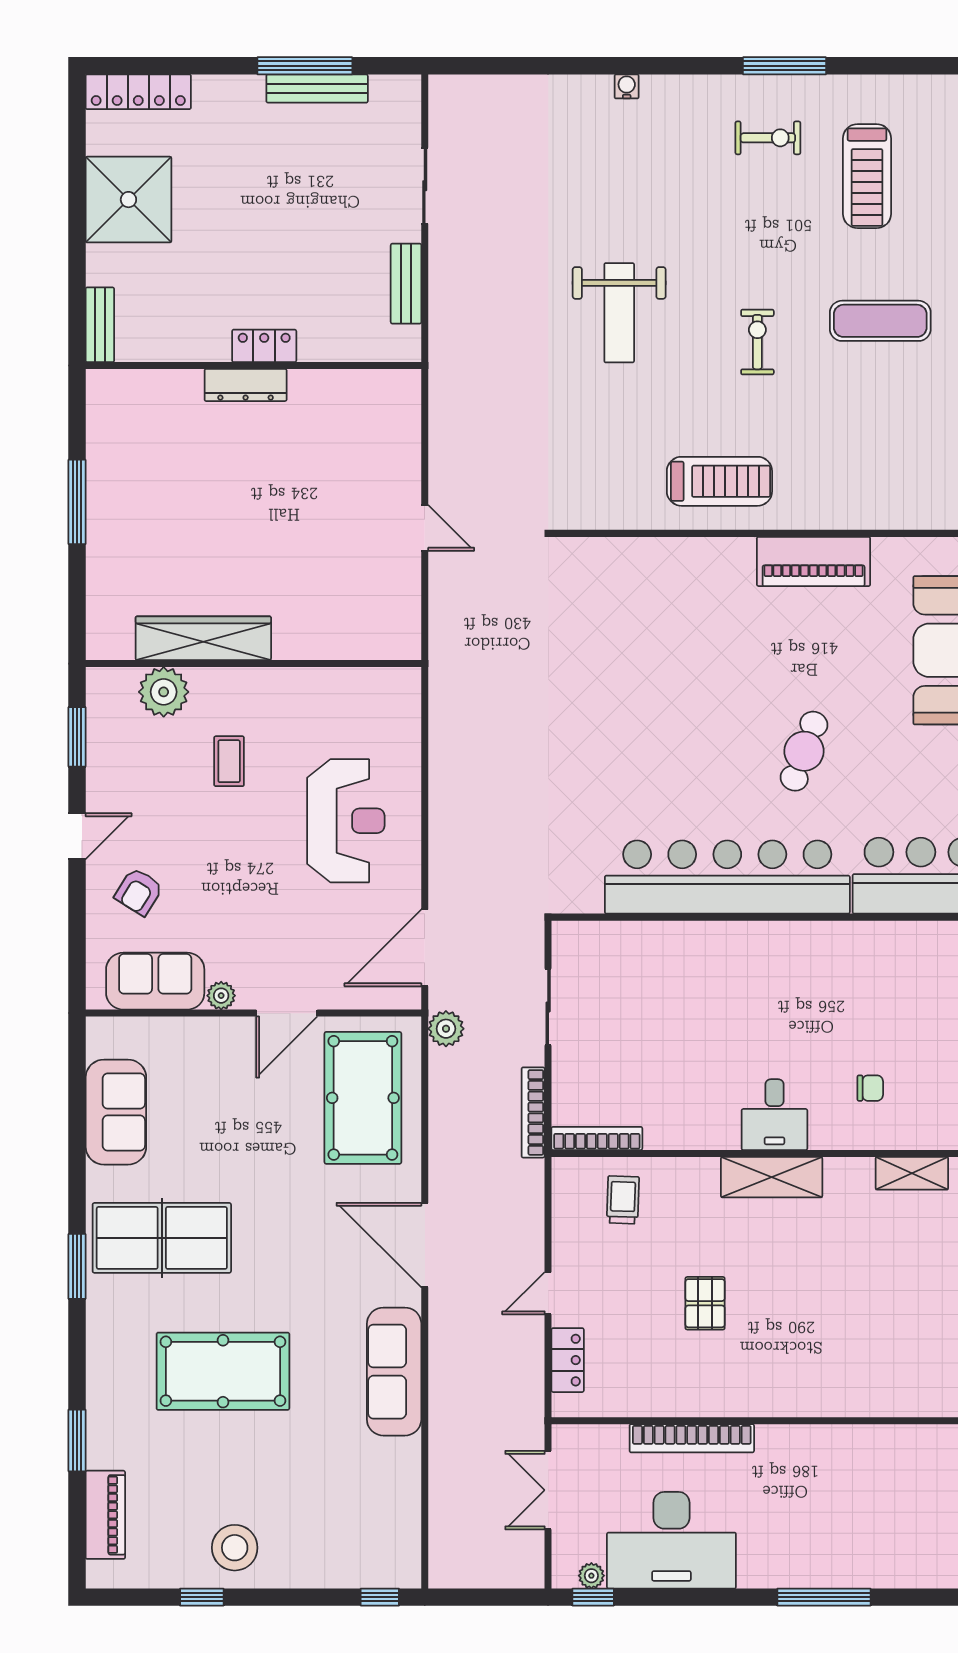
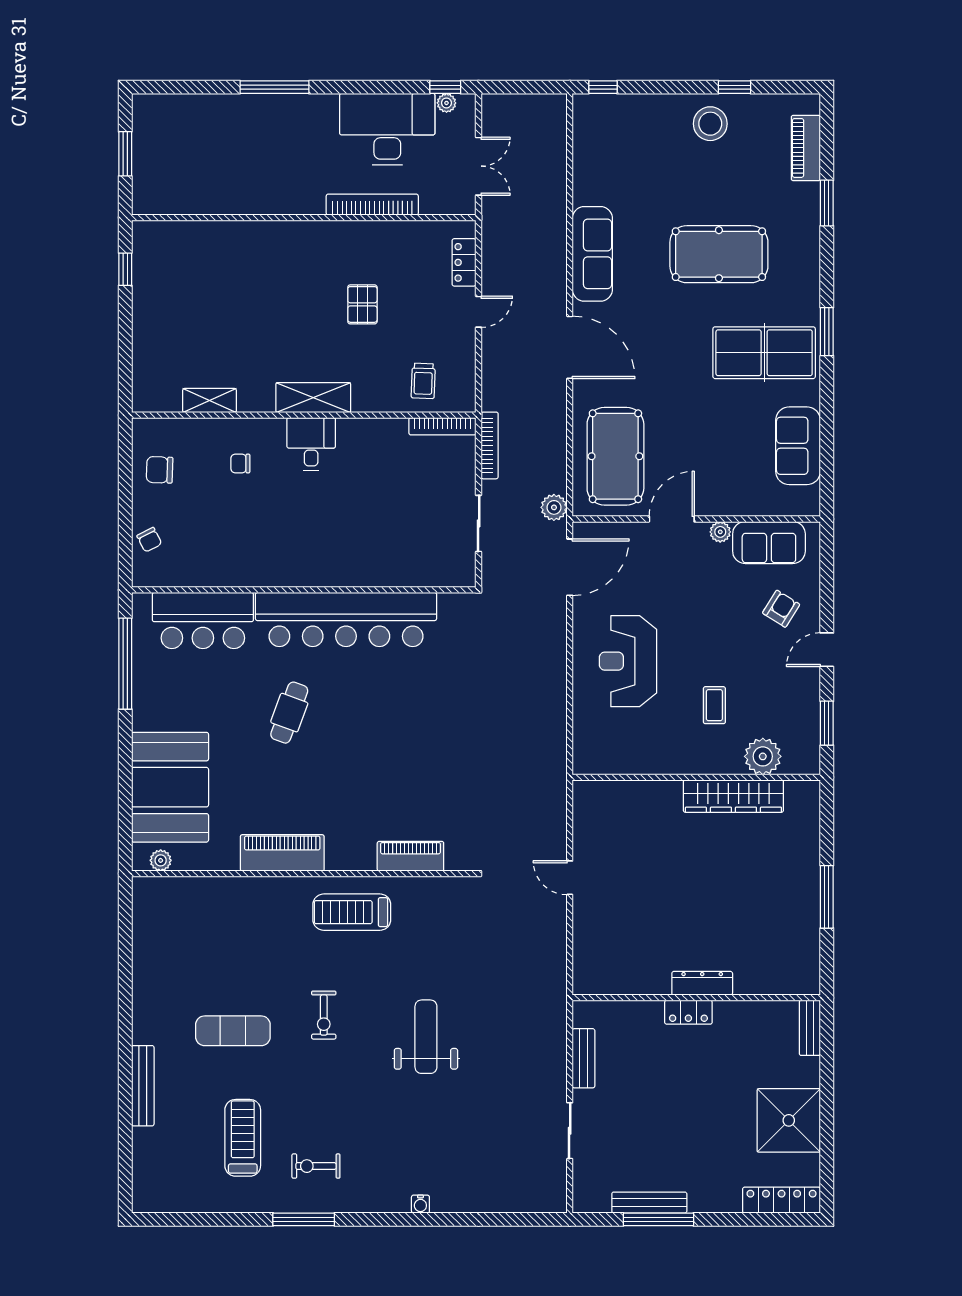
piano: (640, 557) -> (410, 856), added

